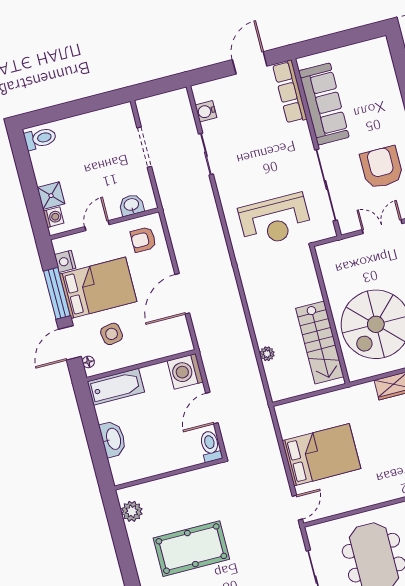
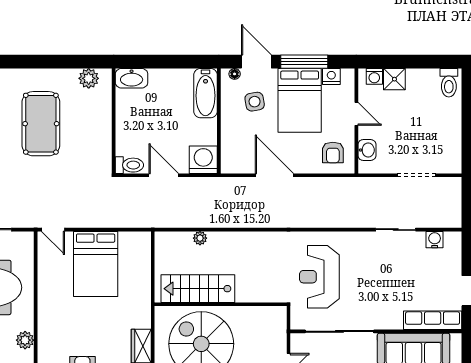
armchair: (143, 240) -> (333, 153), turned 180
washbasin: (113, 439) -> (132, 78), moved

